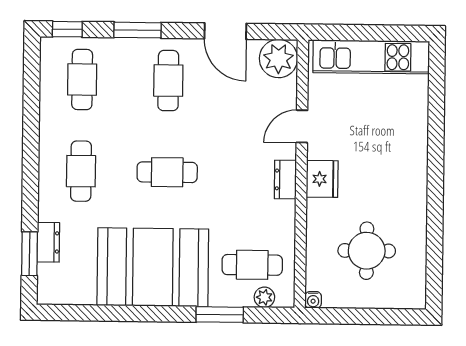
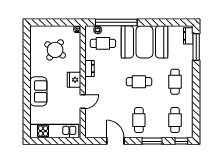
plant: (278, 59) -> (93, 130), removed
sofa: (408, 152) -> (38, 91), added
dresser: (285, 180) -> (89, 68), moved
dresser: (48, 242) -> (188, 36), moved
round table: (367, 251) -> (55, 50), turned 36
window: (29, 254) -> (196, 47), width x1.44
window: (220, 315) -> (116, 22), width x2.11

